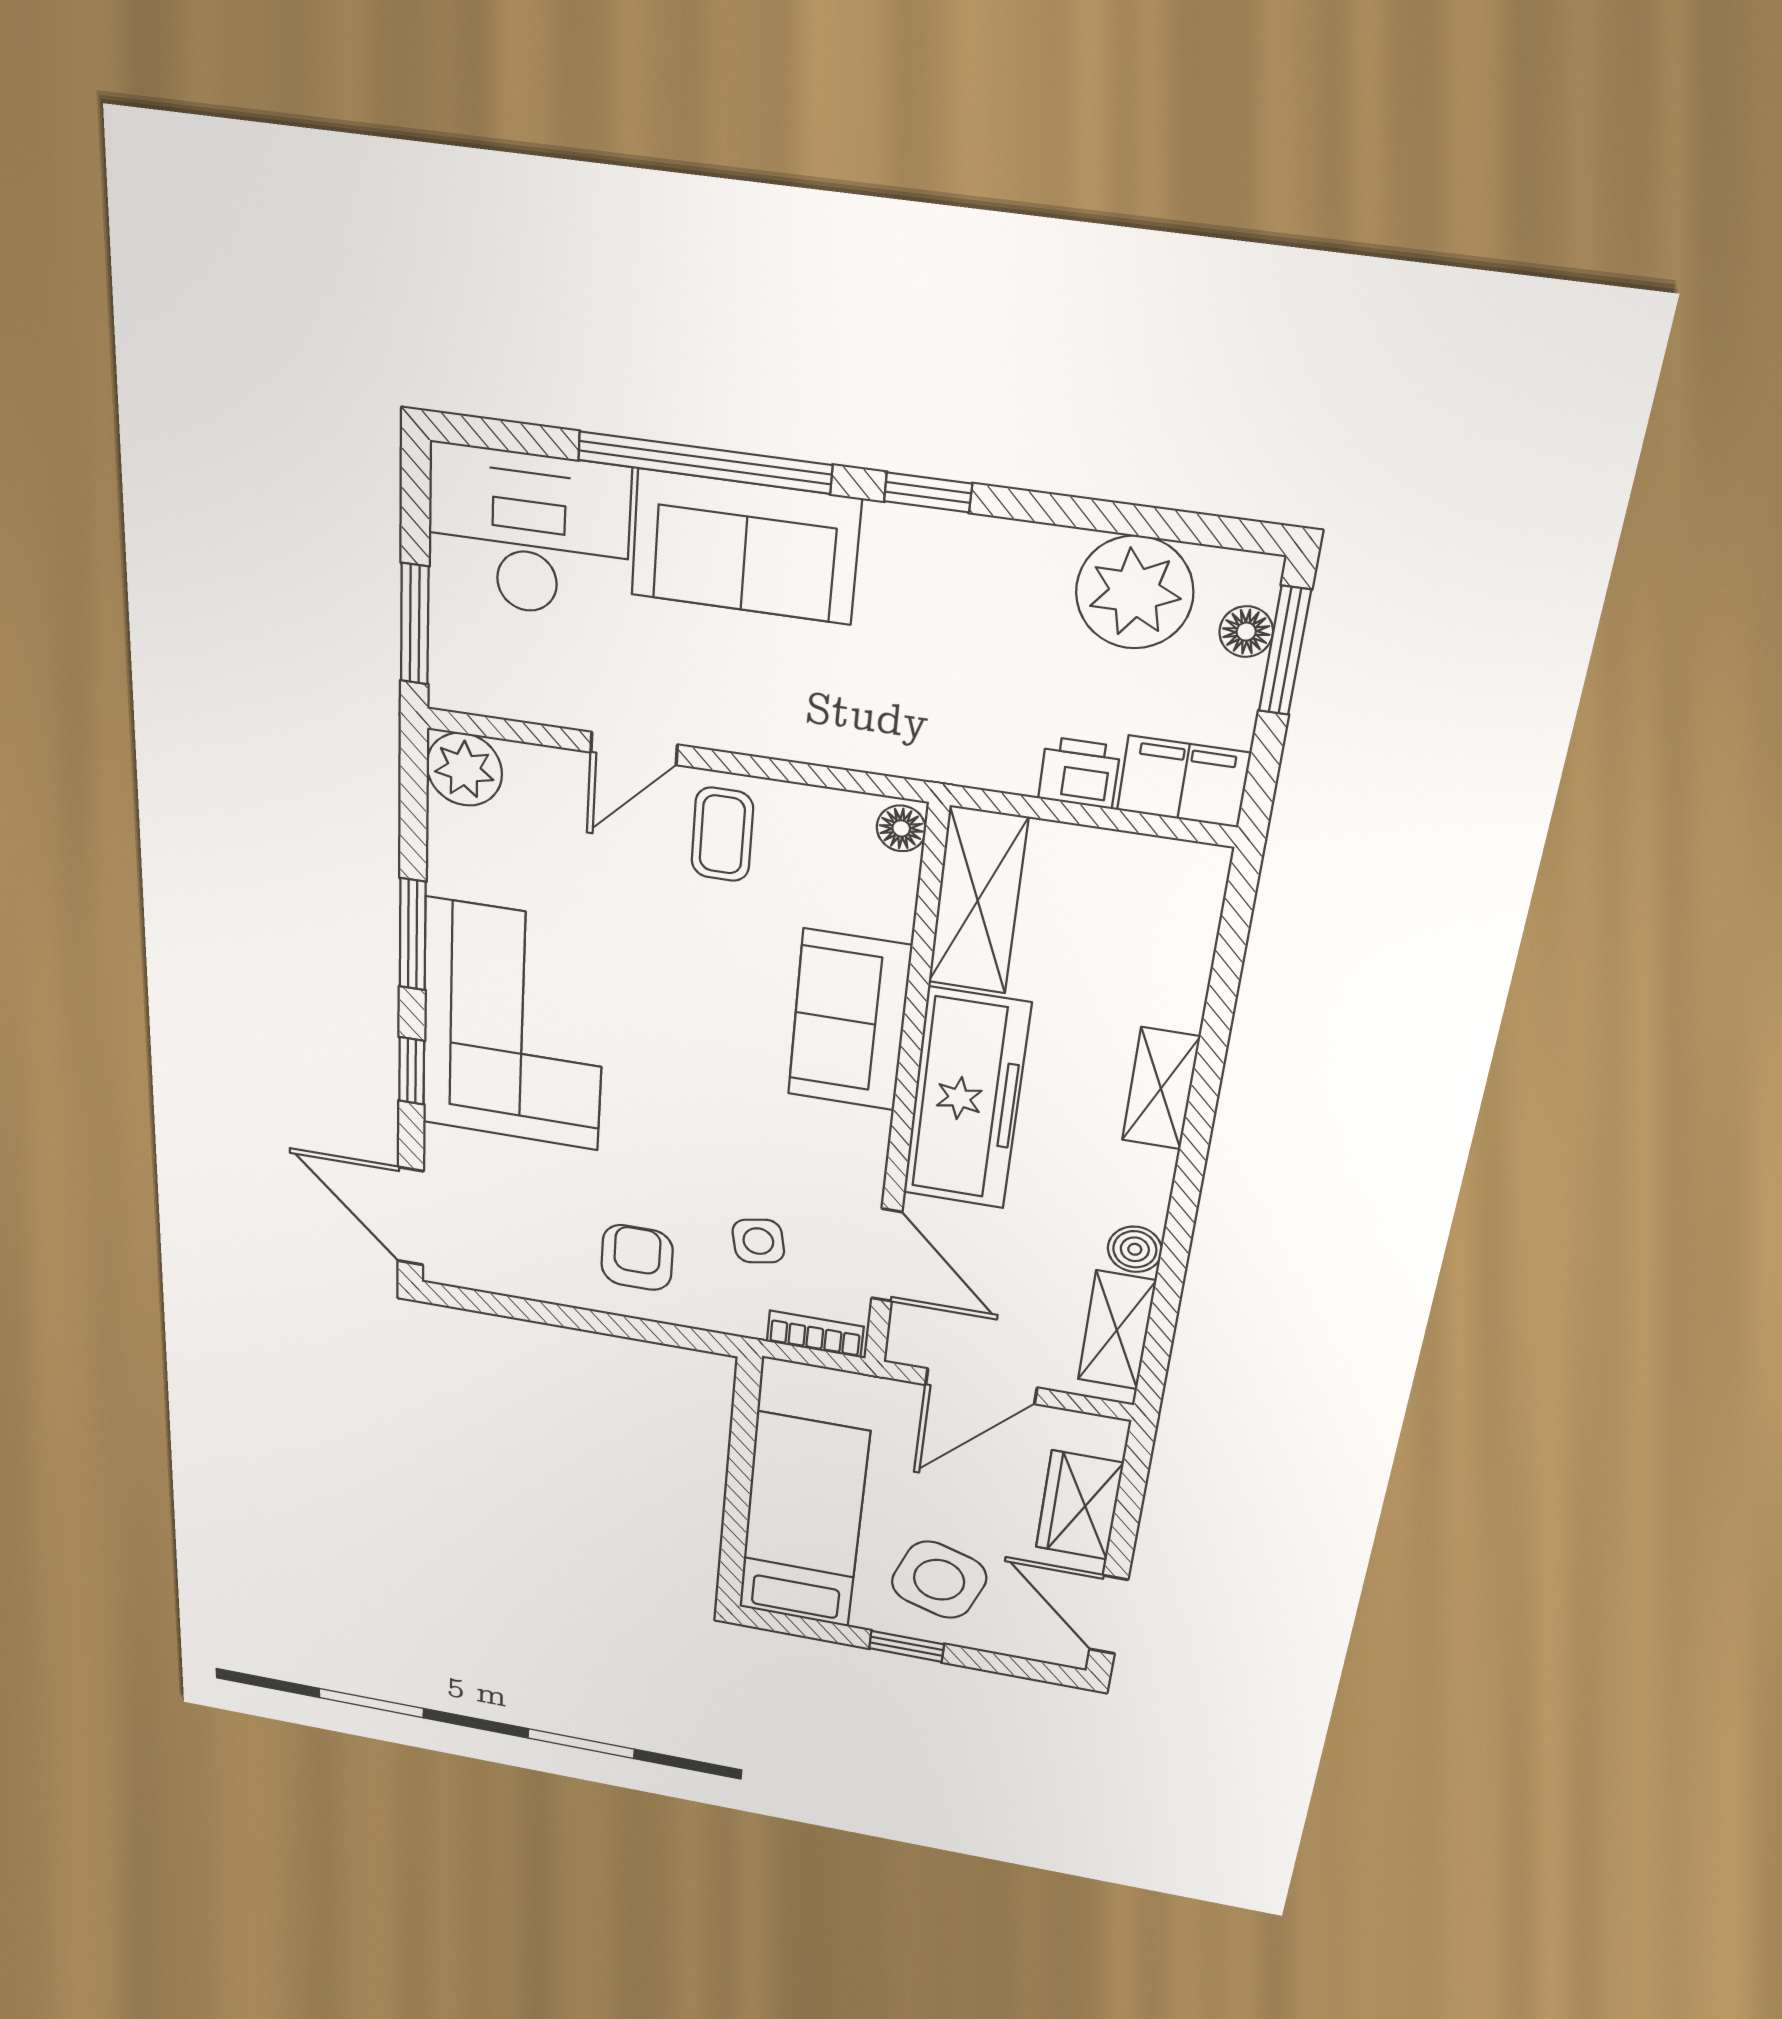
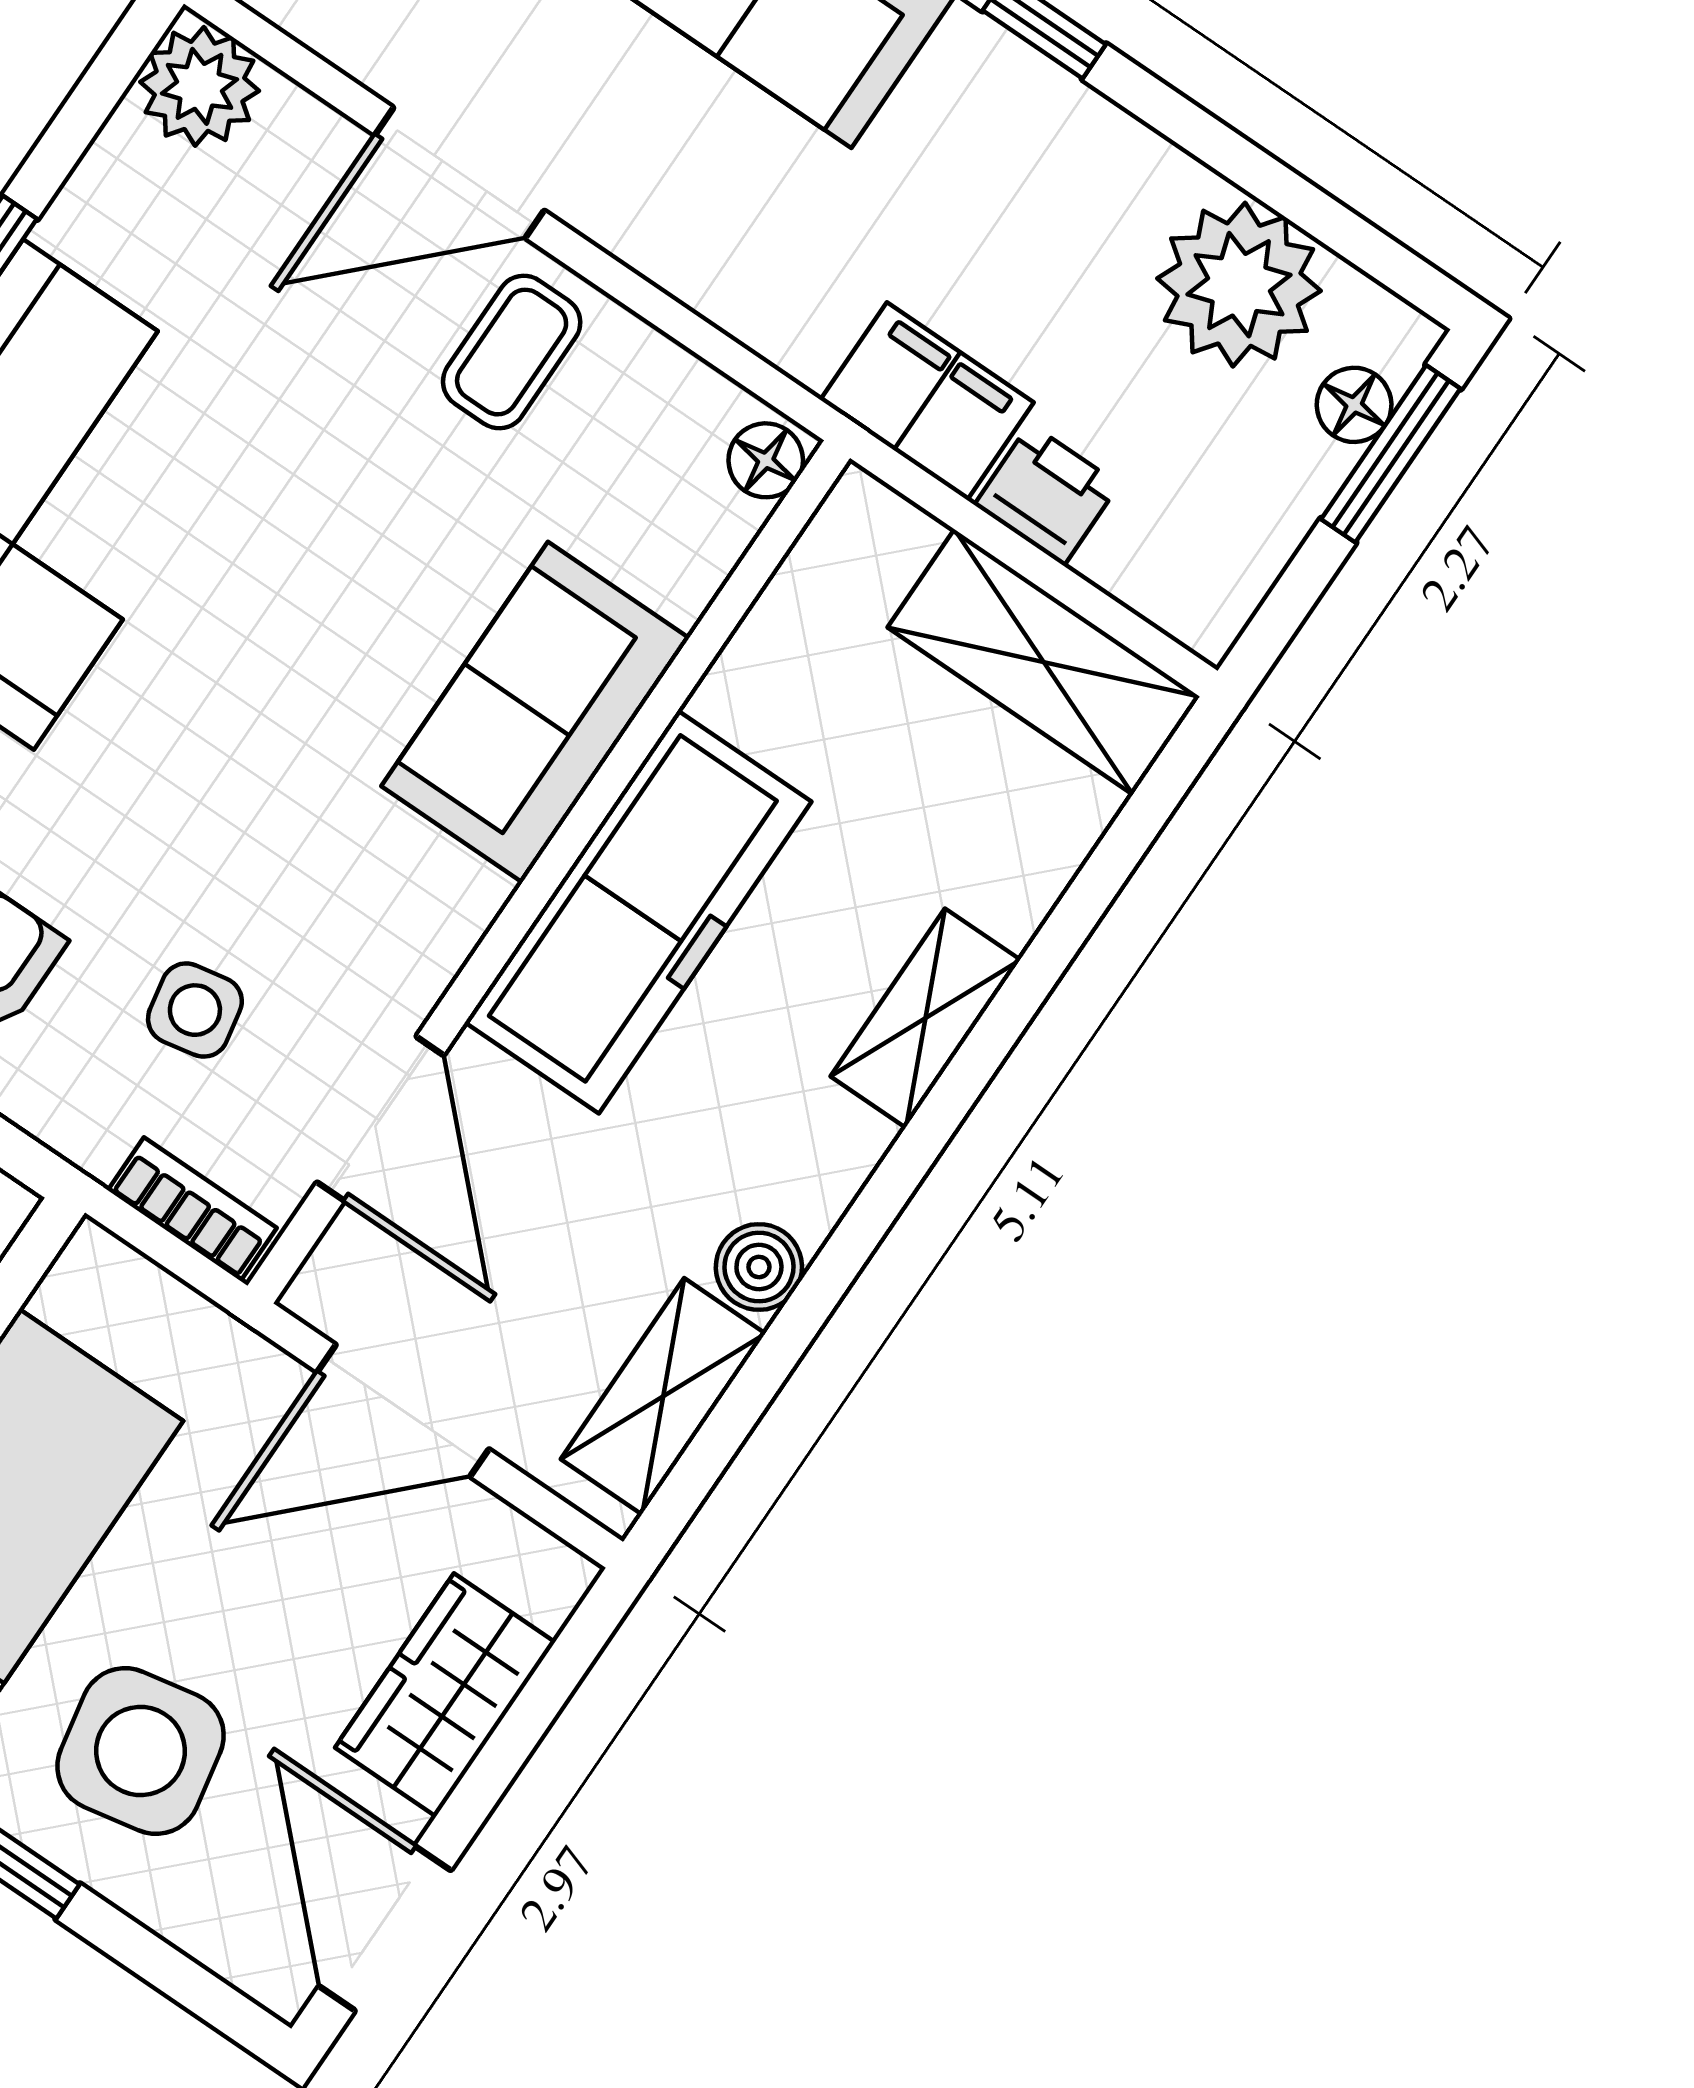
door: (634, 749) -> (460, 173), width x1.38
filing cabinet: (1184, 782) -> (927, 401), moved
shelving: (978, 901) -> (1044, 662), moved, turned 90
side table: (939, 1580) -> (141, 1751), turned -30

